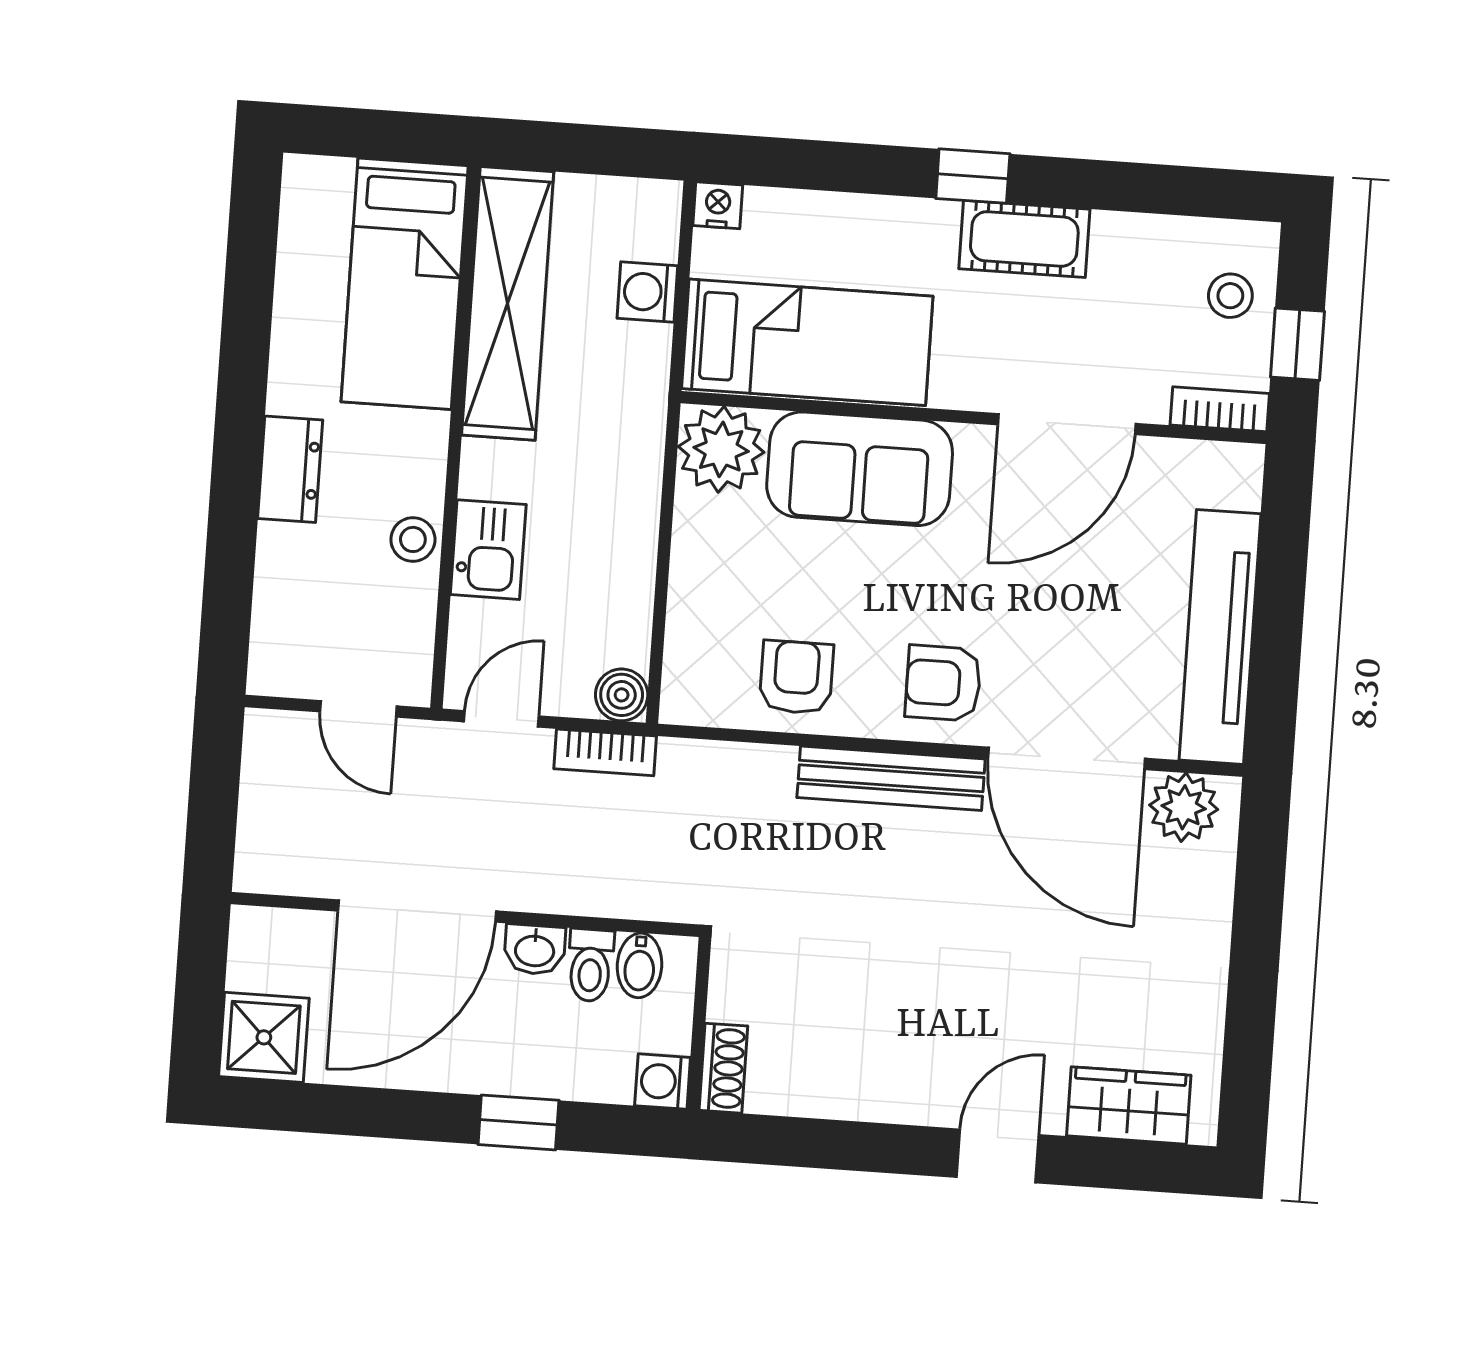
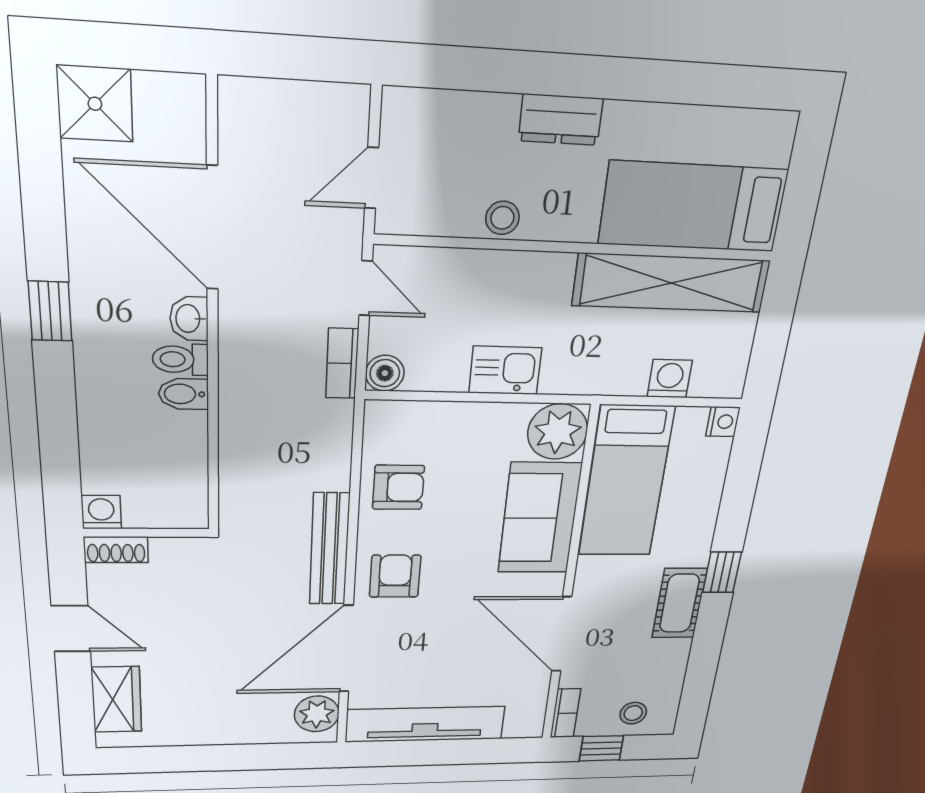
kitchen sink: (488, 550) -> (505, 370), moved, turned 180
wall: (699, 1024) -> (147, 533), moved
shoe rack: (723, 1068) -> (116, 550), moved
washing machine: (663, 1082) -> (101, 512), moved

